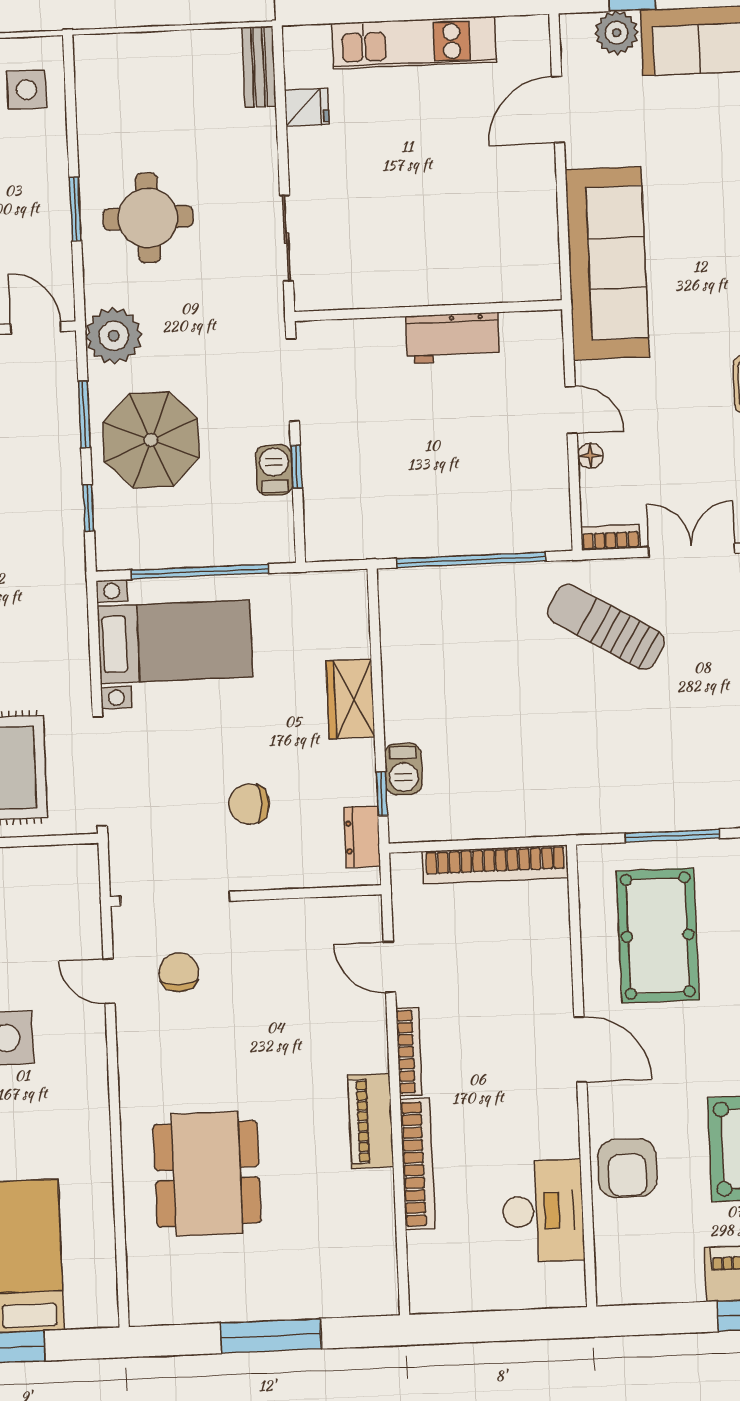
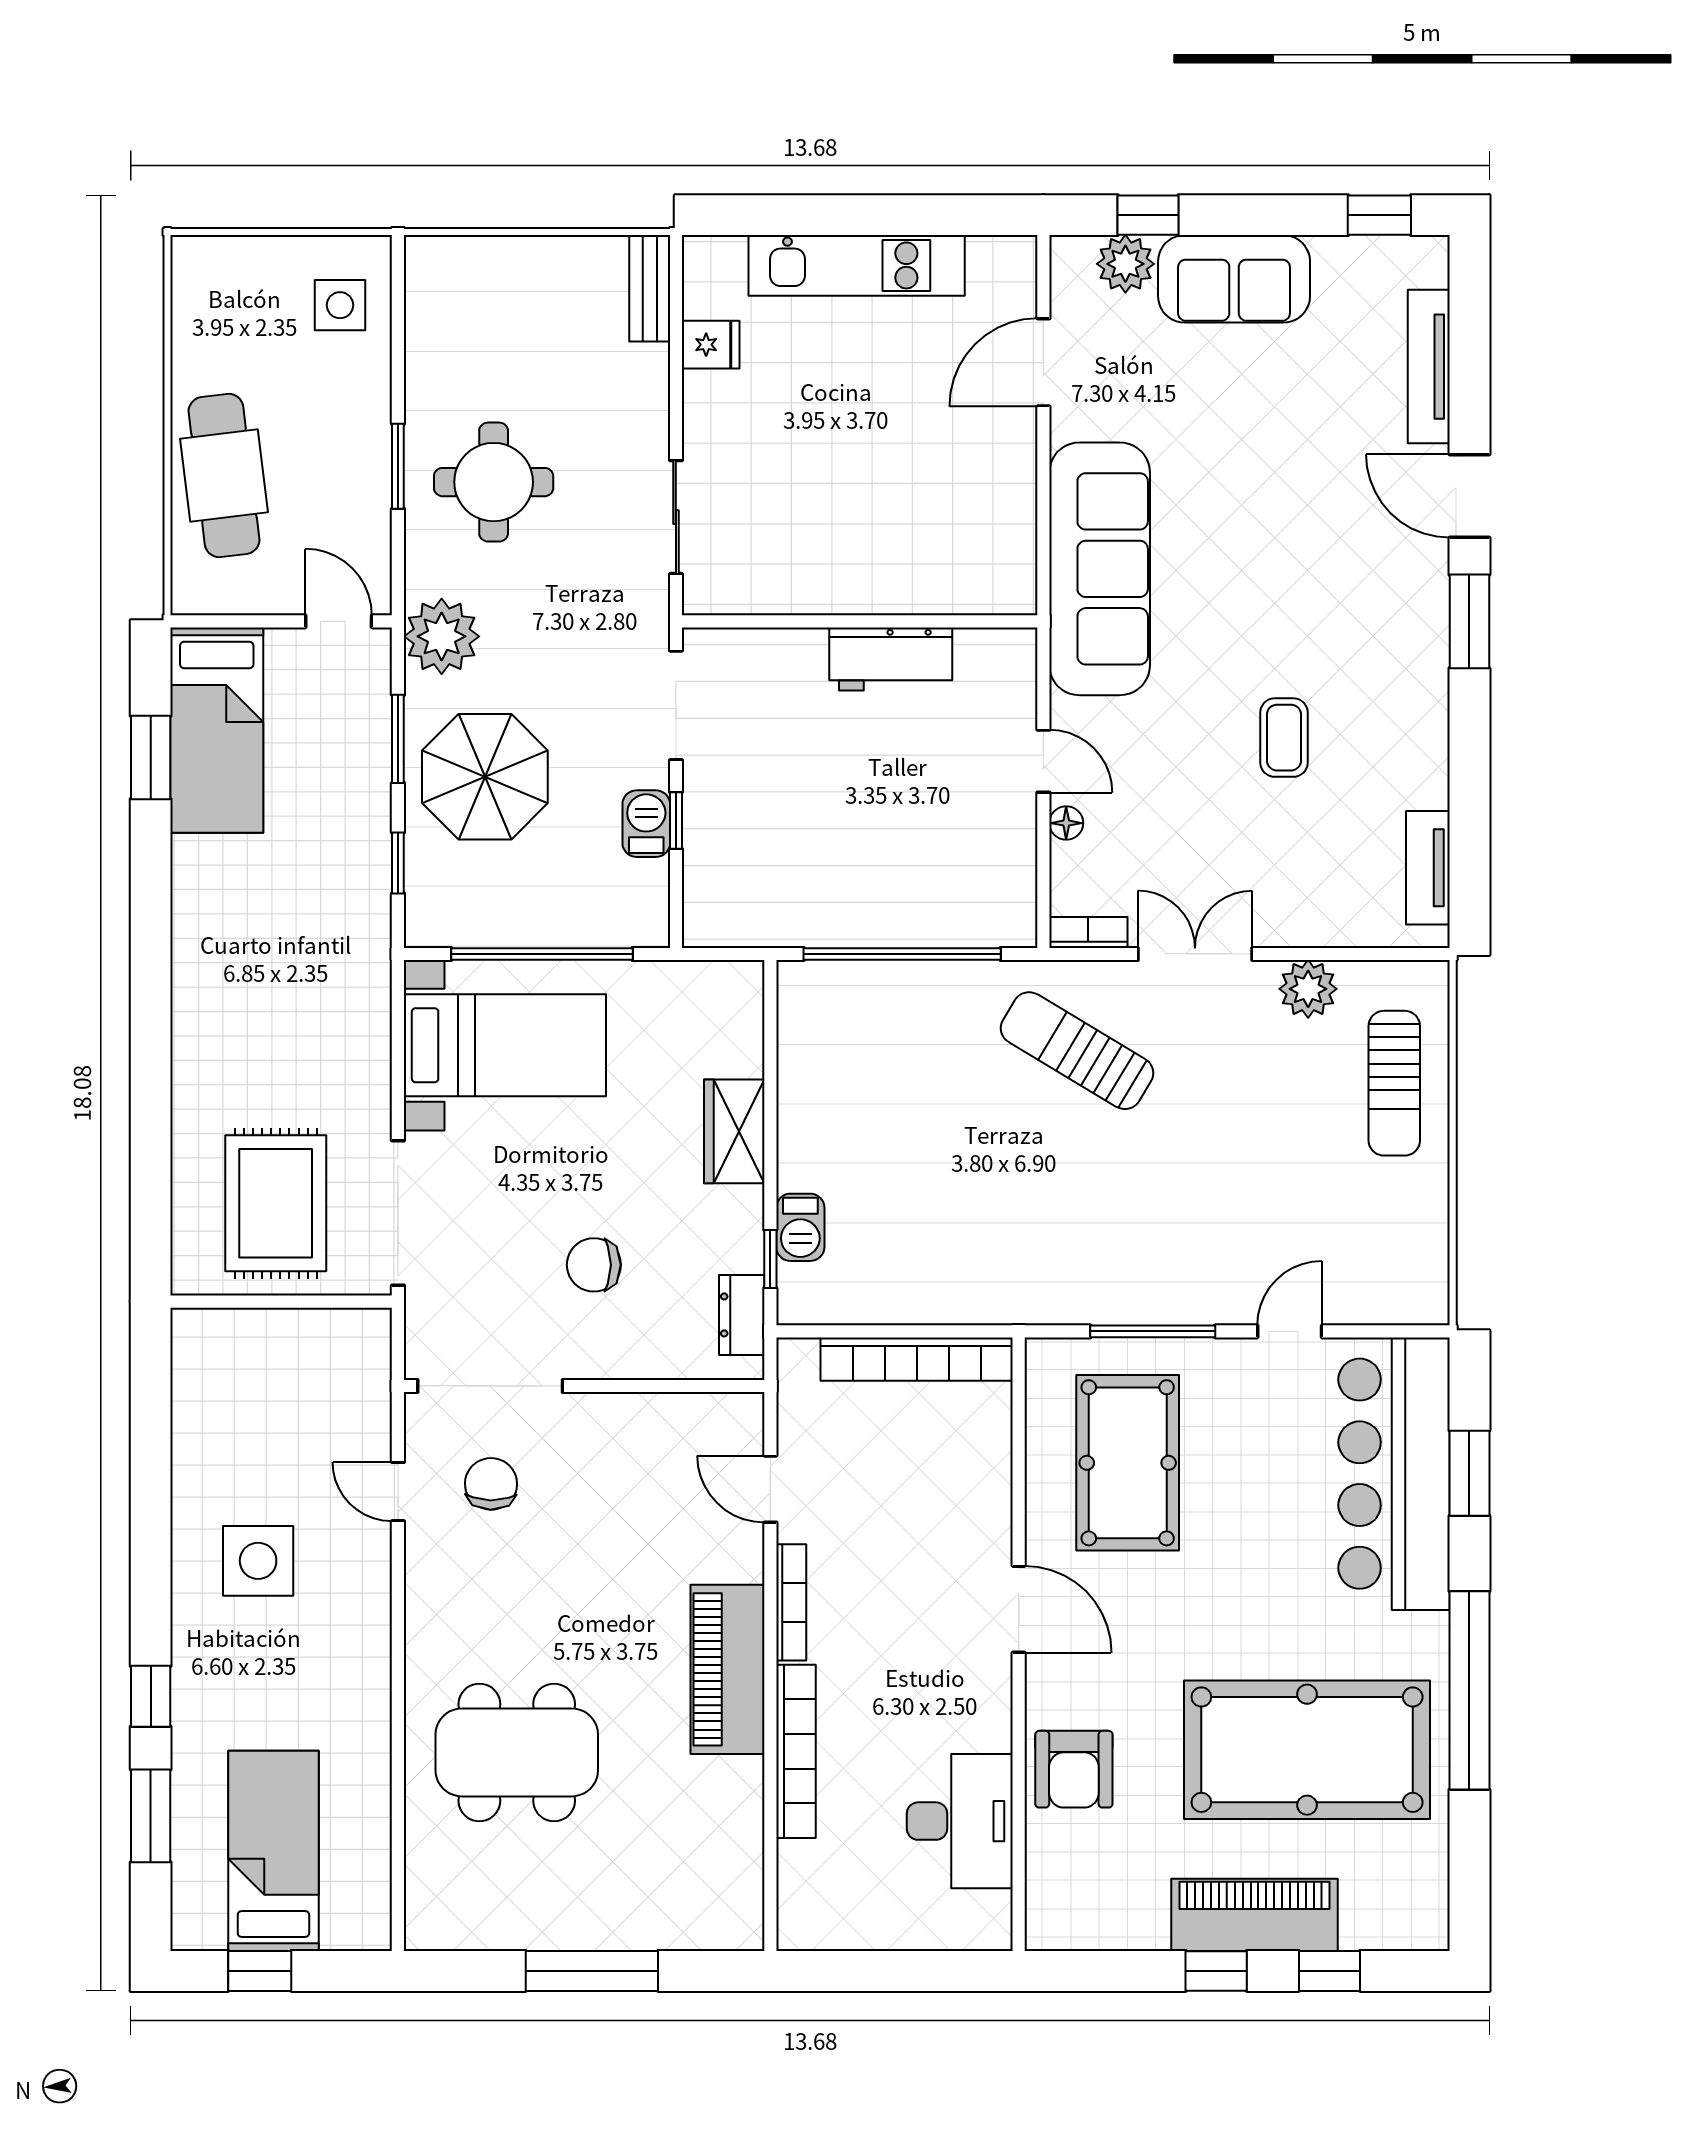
piano: (371, 1121) -> (728, 1669), width x1.37, depth x1.33
dining table: (207, 1174) -> (517, 1752), turned 90

